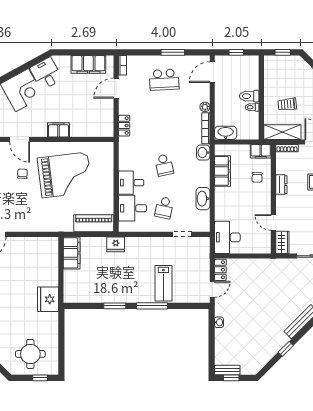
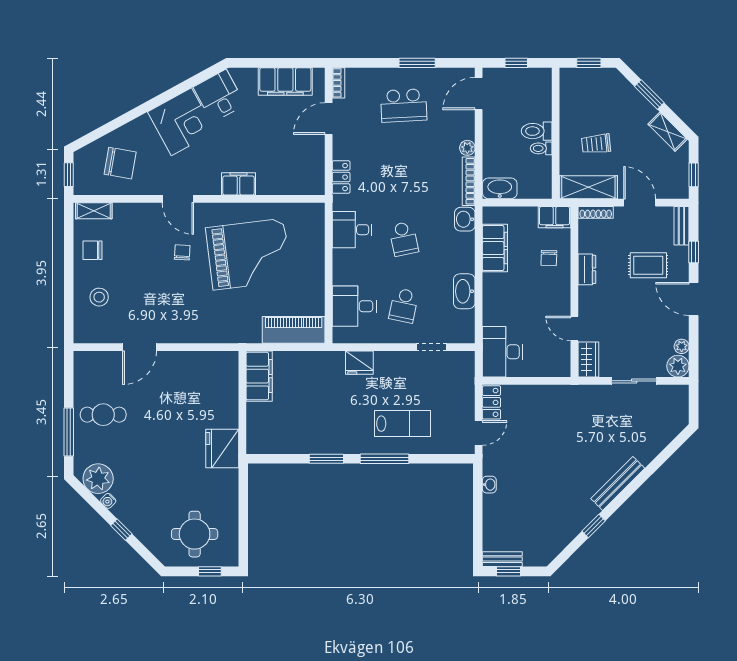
desk: (131, 183) -> (352, 230), moved
fridge: (116, 244) -> (359, 363), moved
lab bench: (163, 283) -> (402, 424), turned -90

